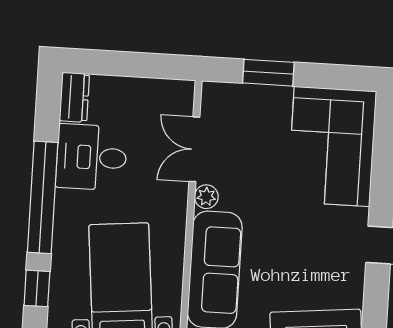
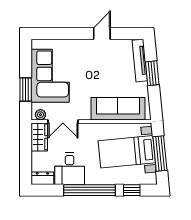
wardrobe: (164, 96) -> (39, 137), added
corner sofa: (332, 146) -> (50, 76), moved, turned -90
plant: (206, 197) -> (40, 115), moved

